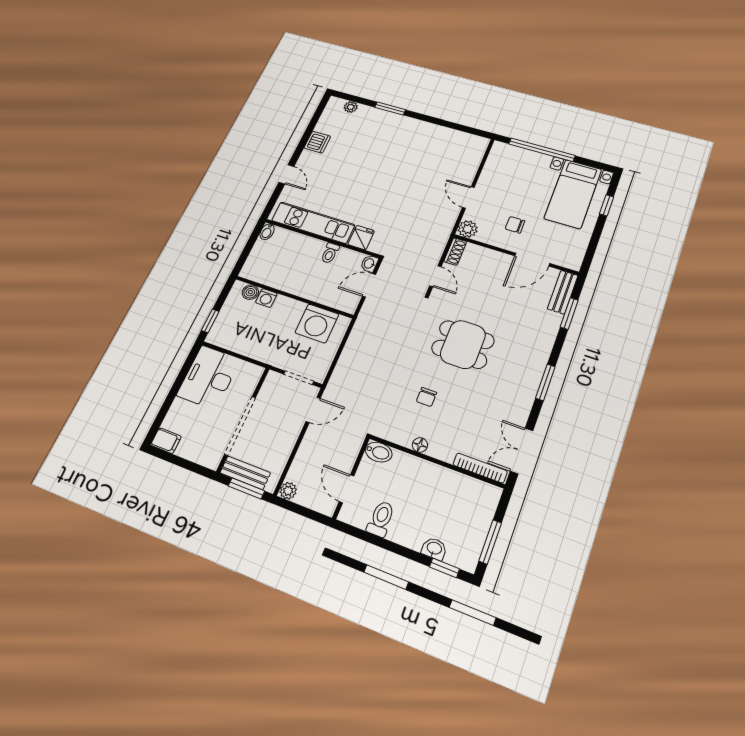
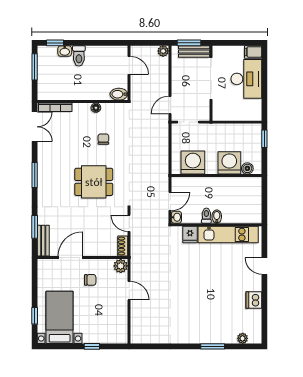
window: (542, 150) -> (92, 346), width x0.32
bidet: (267, 232) -> (217, 217), moved
washing machine: (266, 298) -> (229, 163), width x1.89, depth x1.89
desk: (209, 377) -> (246, 79), moved
toilet: (381, 519) -> (79, 56), moved

